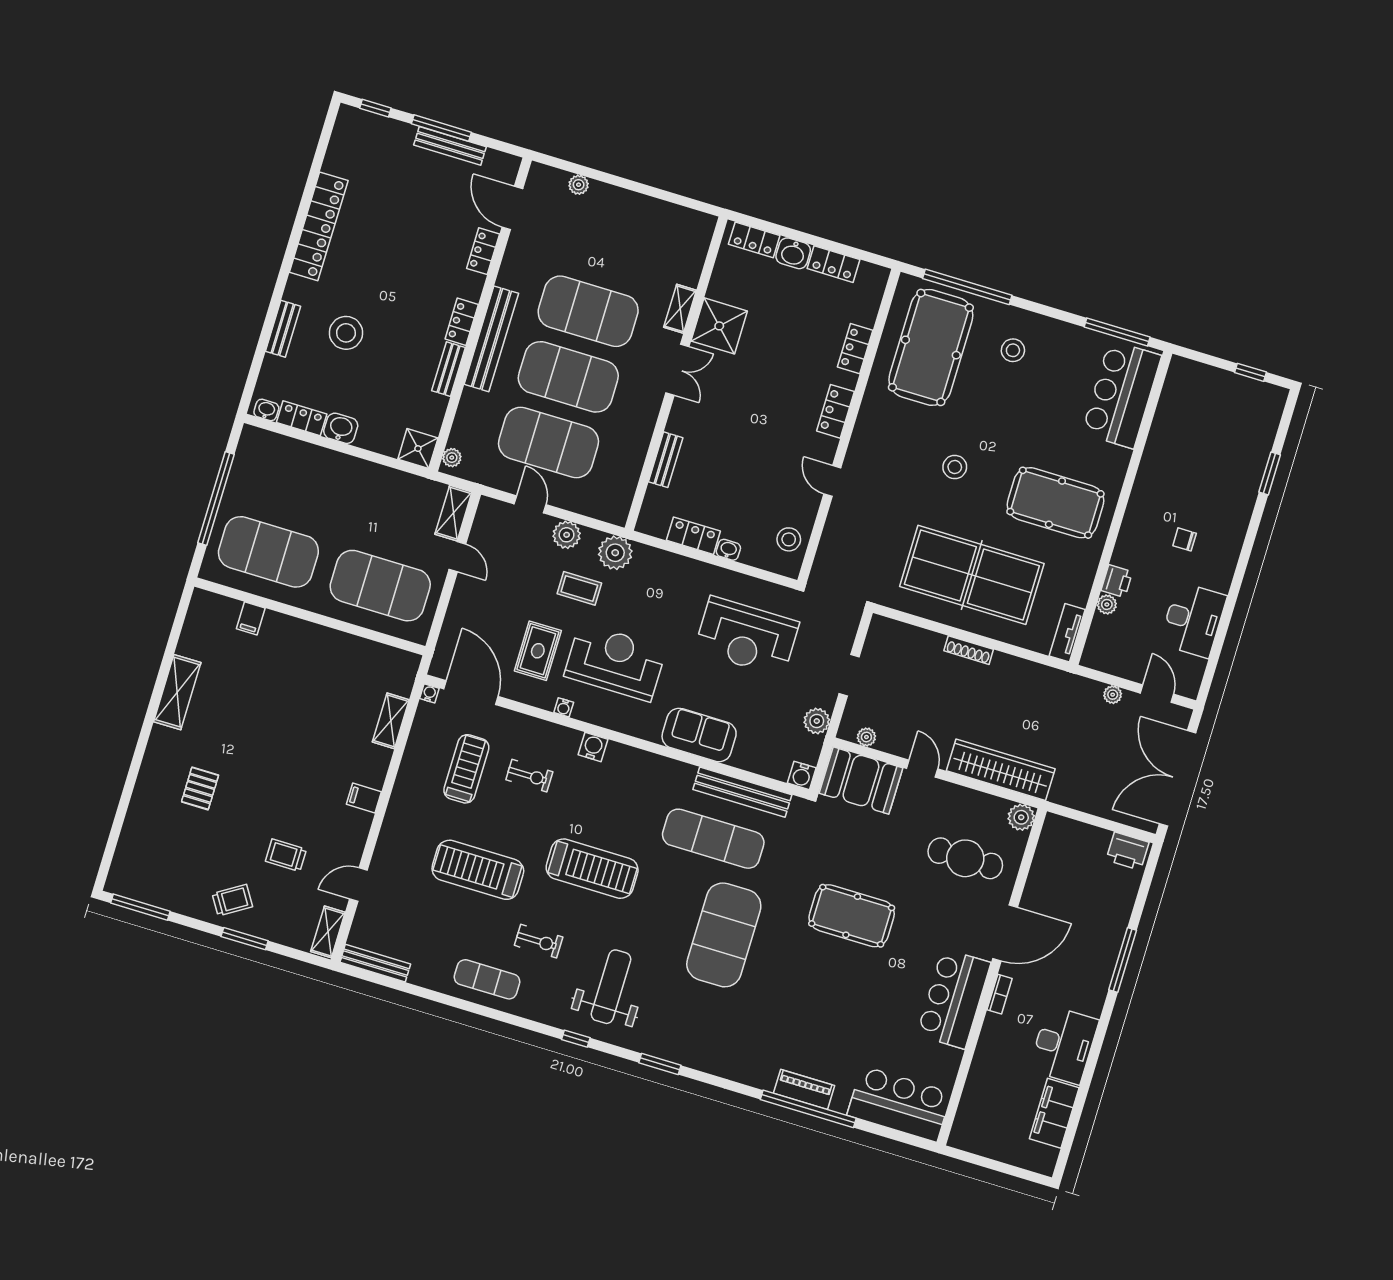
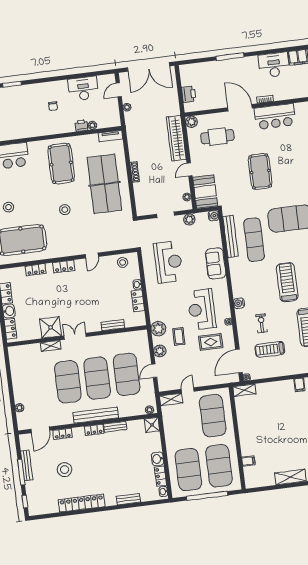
stool: (346, 333) -> (65, 470), moved
exercise mat: (289, 484) -> (188, 470), added
shelving: (391, 721) -> (244, 390), moved
printer: (1127, 851) -> (189, 94), moved
cafe table: (965, 858) -> (217, 137), turned 90

